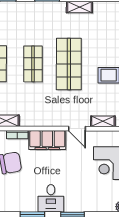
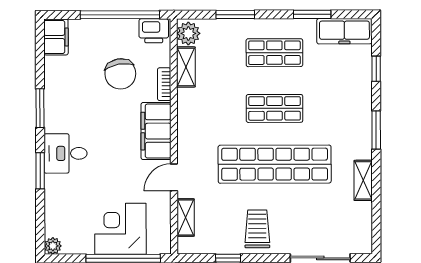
shop shelf: (69, 64) -> (275, 164), width x1.40
desk: (51, 198) -> (66, 153), moved

